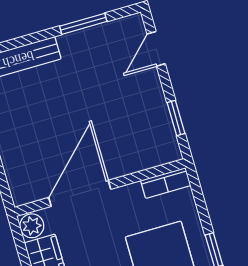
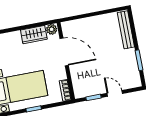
door: (156, 49) -> (115, 93), moved

